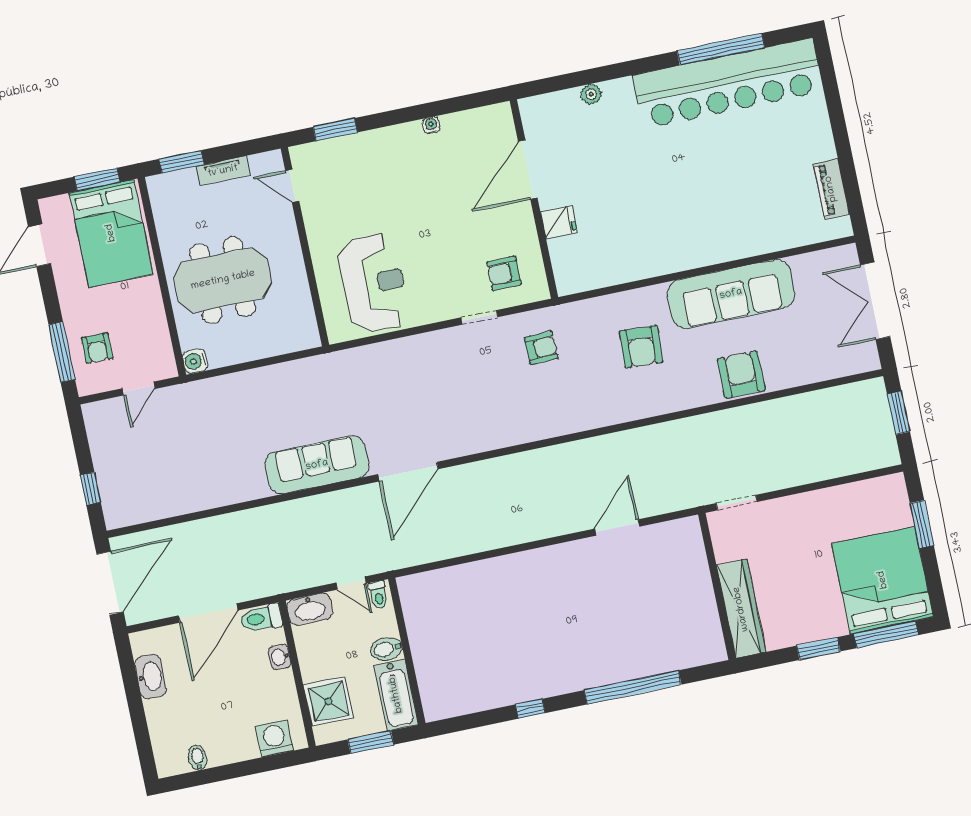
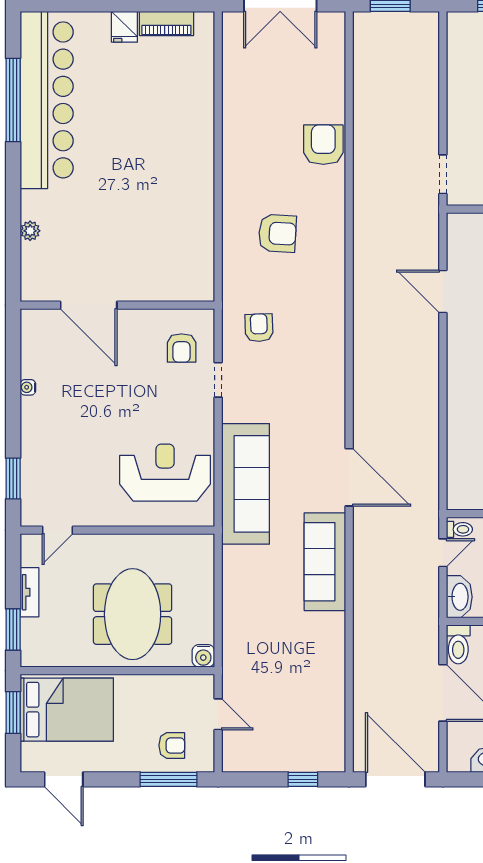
fridge: (559, 222) -> (124, 27), moved, turned 180
sofa: (731, 294) -> (246, 484), moved
armchair: (741, 375) -> (323, 145), turned 90

